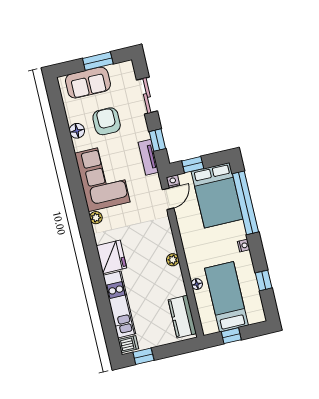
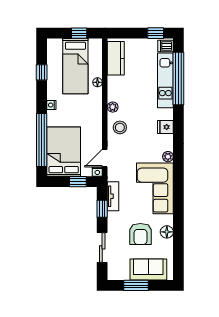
stool: (159, 238) -> (120, 127), added
fridge: (111, 257) -> (165, 127), width x0.53, depth x0.75
window: (105, 310) -> (178, 79), added

